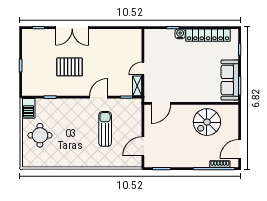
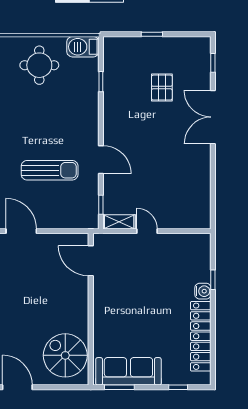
pallet: (70, 67) -> (162, 88), moved, width x0.67, depth x0.71
spiral stairs: (207, 122) -> (65, 355), moved

